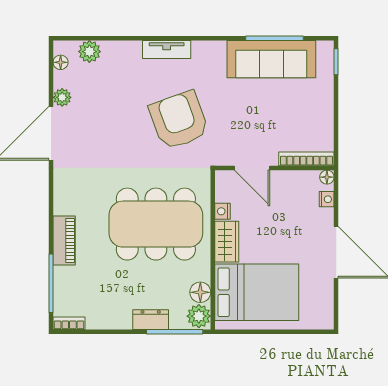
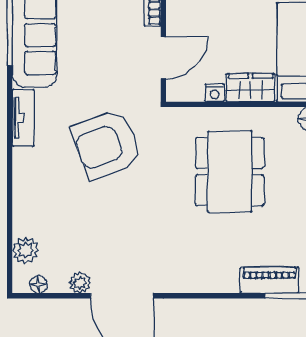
tv unit: (167, 50) -> (23, 118), moved
dining table: (156, 224) -> (230, 172), width x0.73, depth x0.80
piano: (64, 240) -> (269, 280), moved

